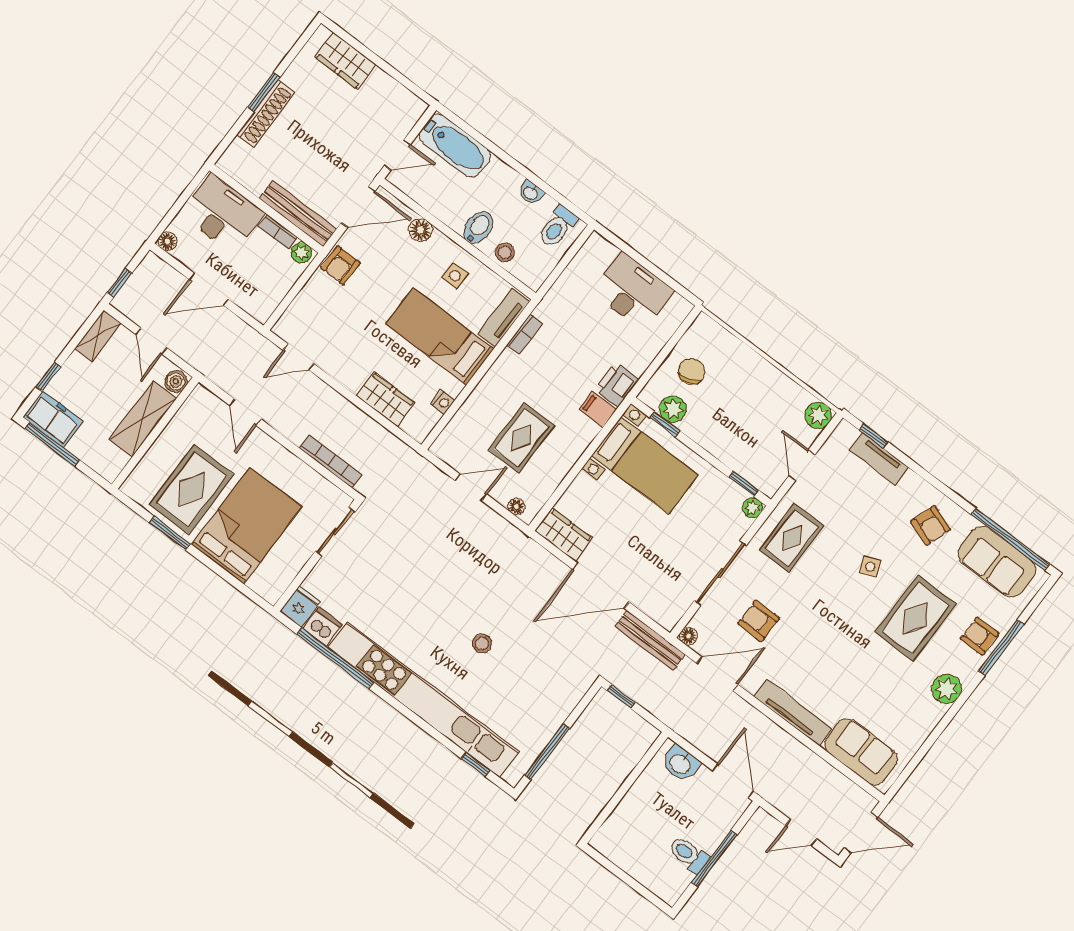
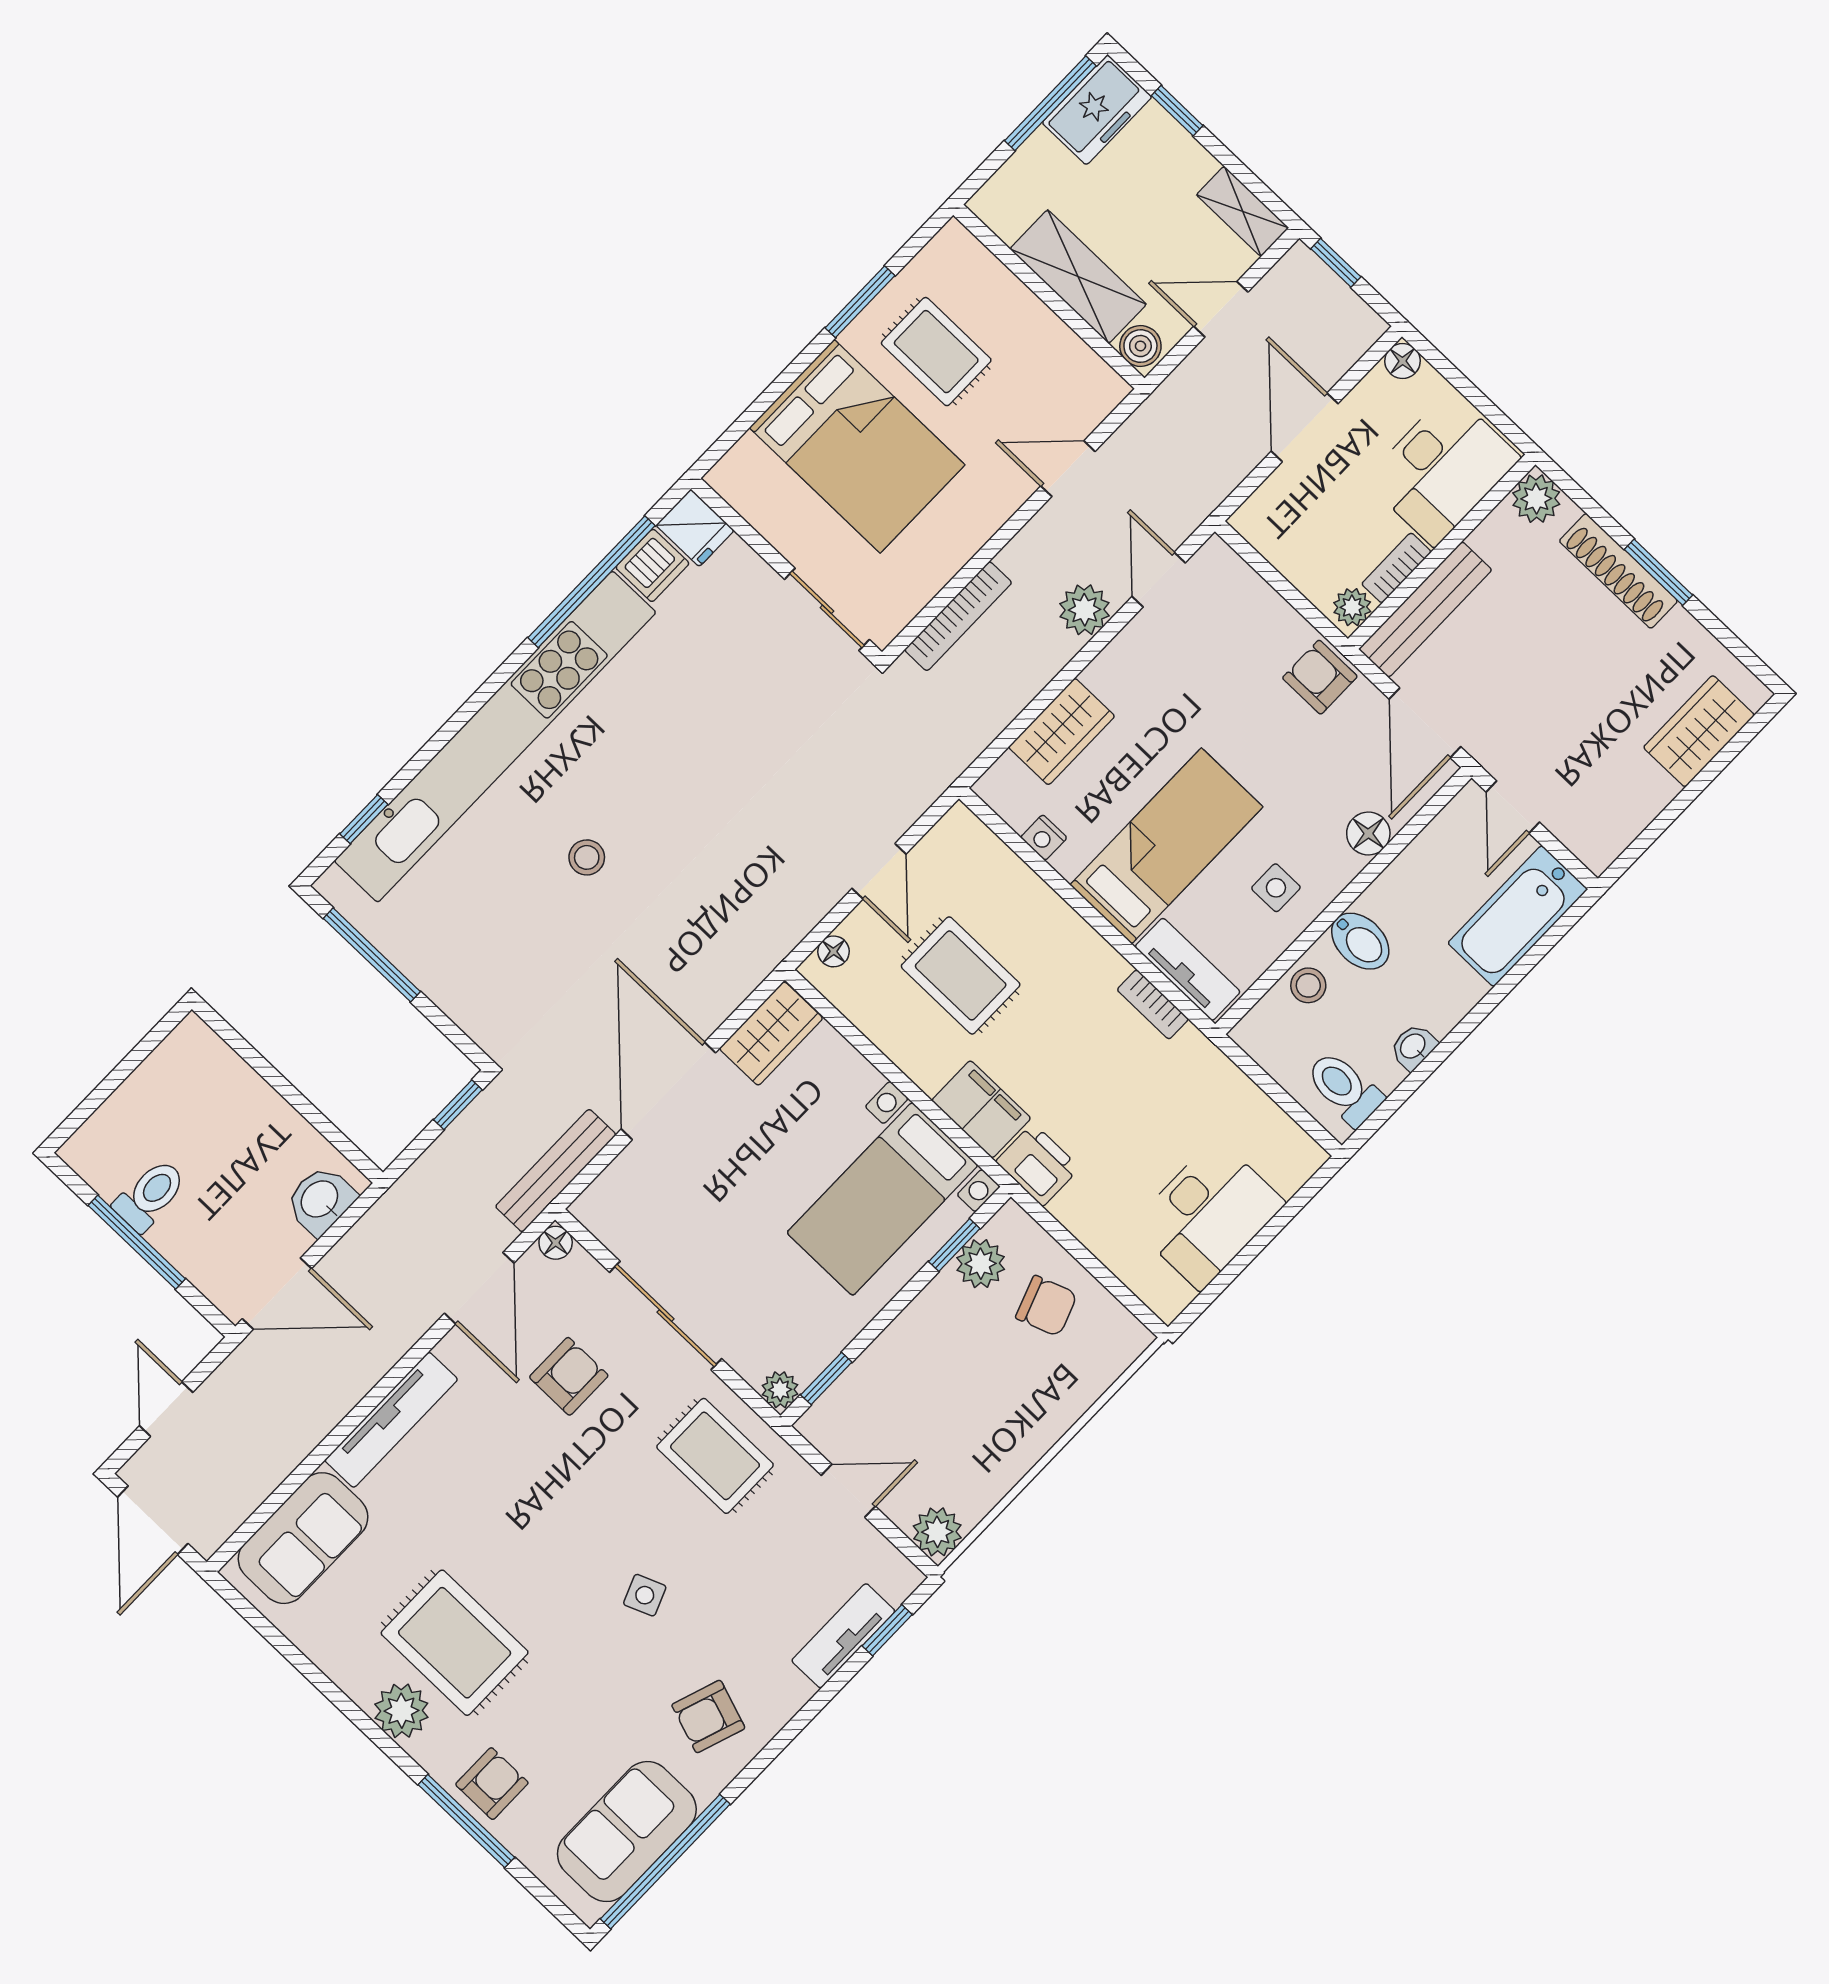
plant: (232, 162) -> (1536, 499), added
plant: (319, 395) -> (1085, 610), added
filing cabinet: (598, 409) -> (981, 1109), width x2.00
rug: (192, 490) -> (936, 352), width x0.73, depth x0.70
rug: (916, 618) -> (455, 1643), moved

